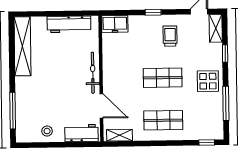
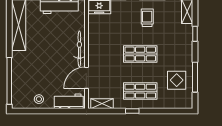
display table: (208, 81) -> (177, 80), moved
door: (101, 106) -> (86, 78), swing flipped
window: (13, 111) -> (9, 81), width x1.46
window: (207, 143) -> (132, 111), moved

